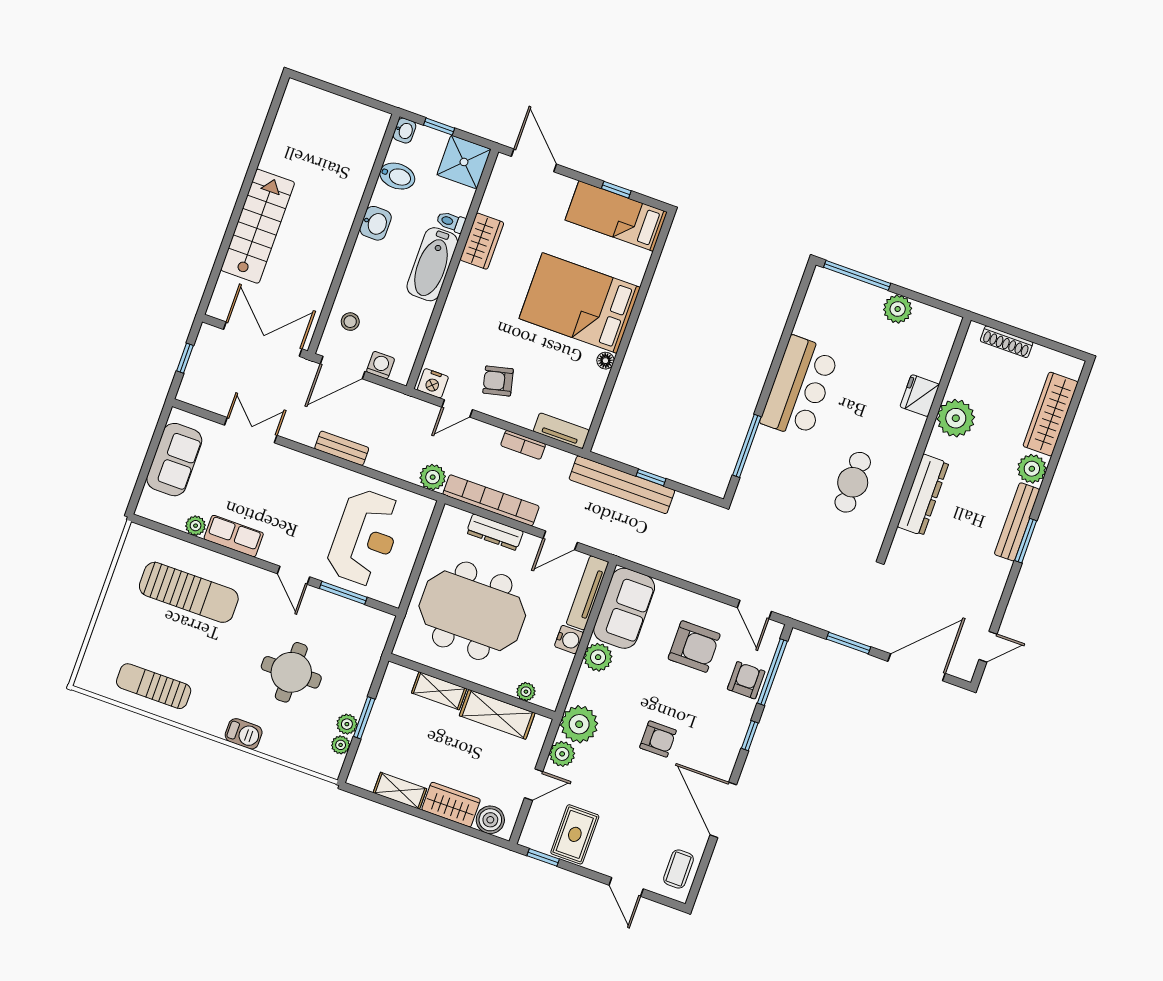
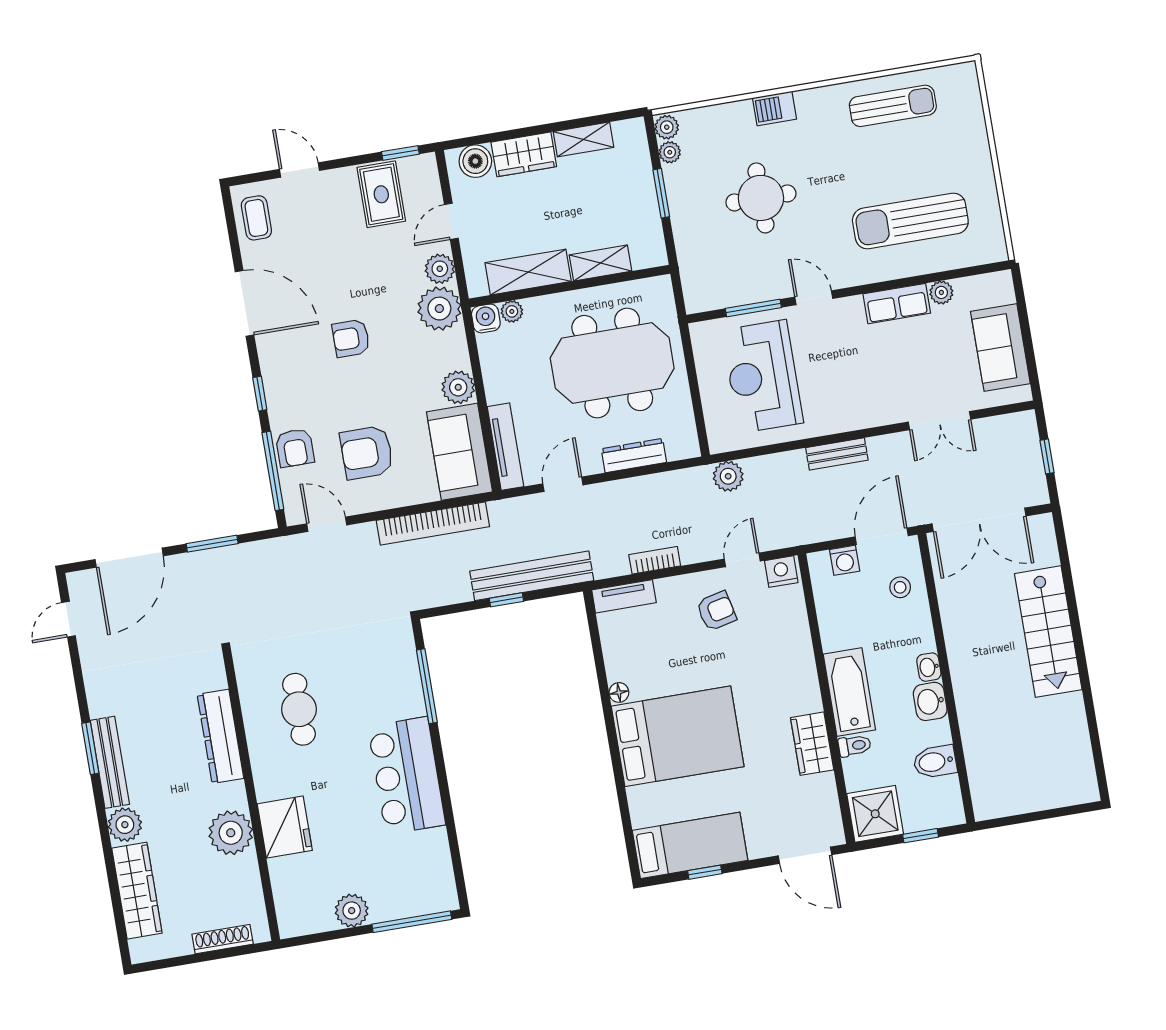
washbasin: (404, 131) -> (929, 667), moved
fridge: (920, 396) -> (285, 827), width x1.36, depth x1.34
bookcase: (491, 500) -> (433, 523), moved
water cooler: (569, 640) -> (486, 318), moved, turned 90
plant: (347, 724) -> (667, 127), moved

